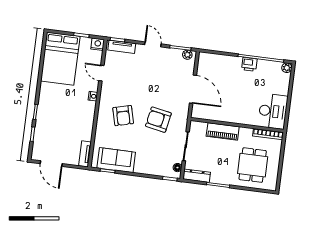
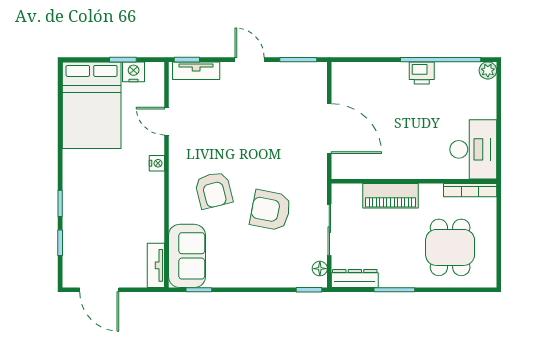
nightstand: (98, 44) -> (134, 72), moved
plant: (187, 55) -> (312, 70), removed
armchair: (158, 120) -> (270, 210), moved
sofa: (116, 160) -> (187, 256), moved, turned 90

